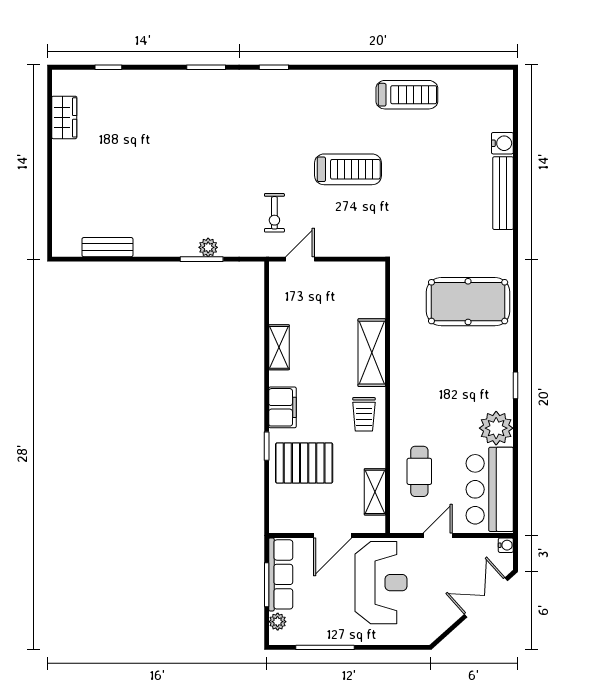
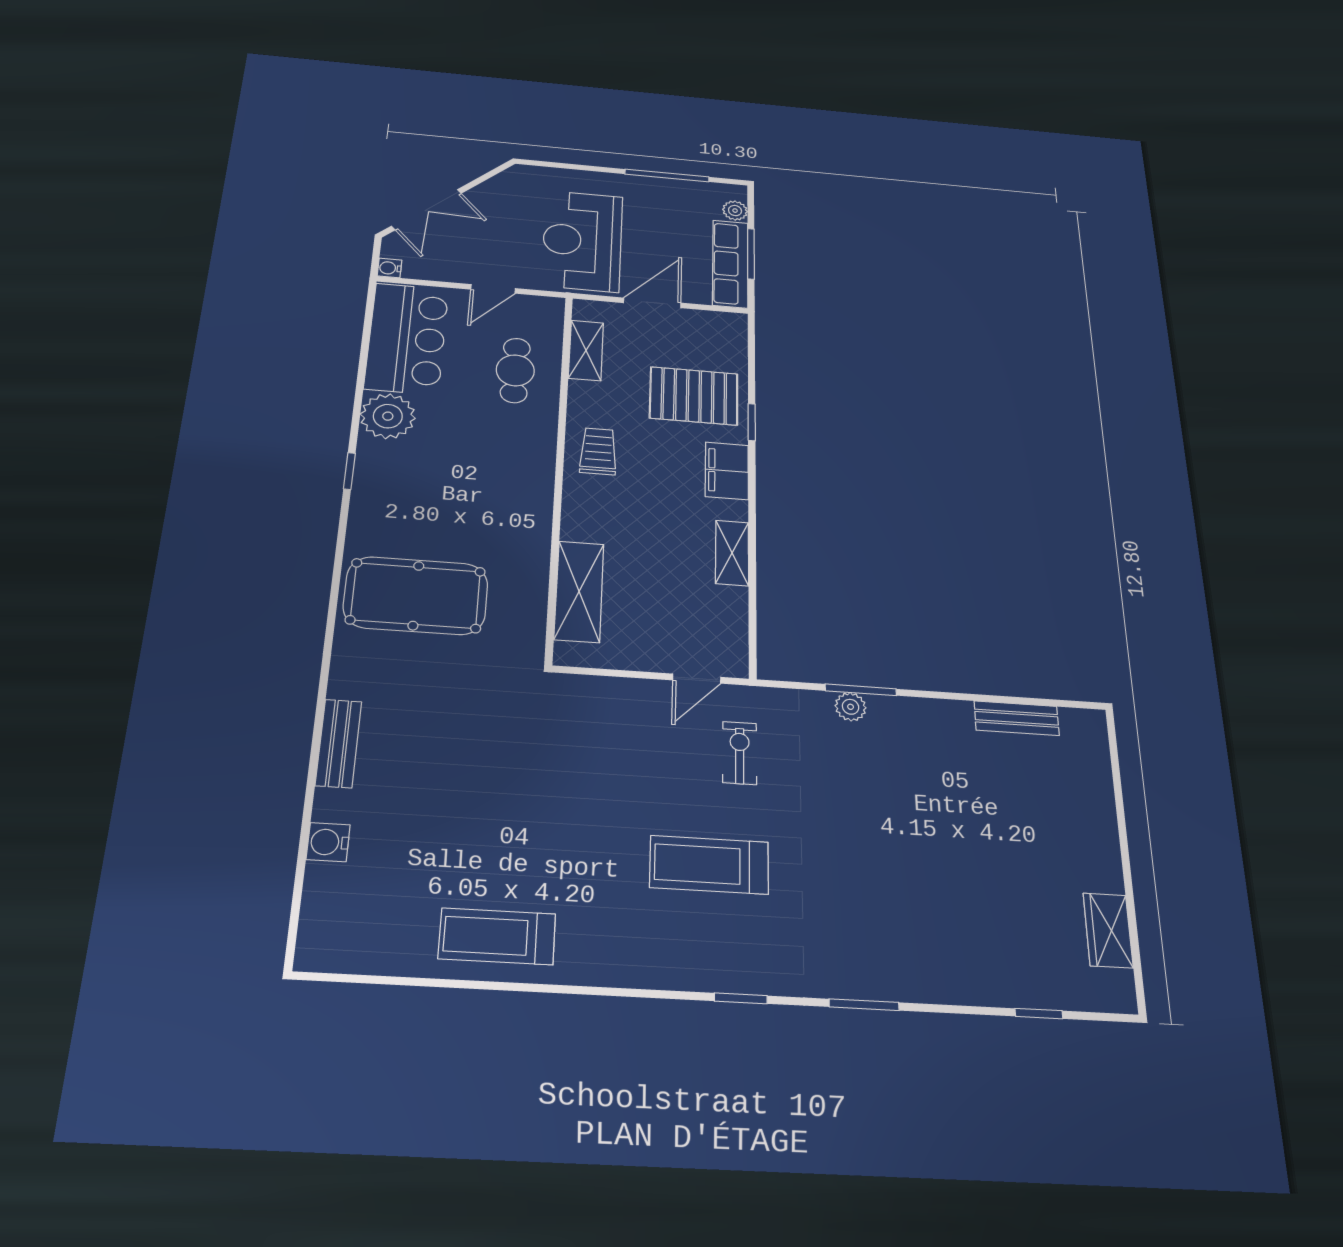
treadmill: (348, 169) -> (709, 865), moved
bench: (503, 193) -> (338, 743), width x0.73
shelving: (372, 353) -> (579, 591), moved

